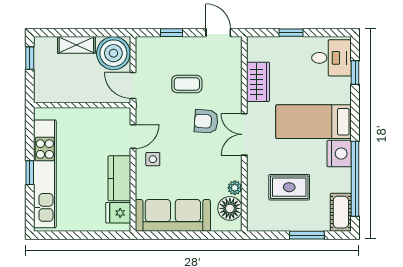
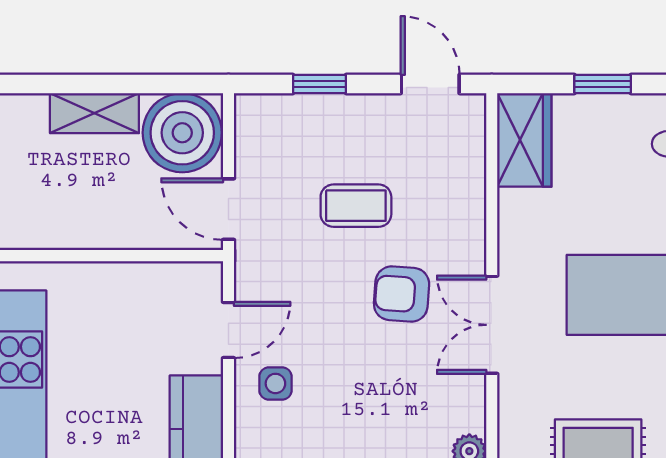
wardrobe: (258, 82) -> (524, 140), moved

